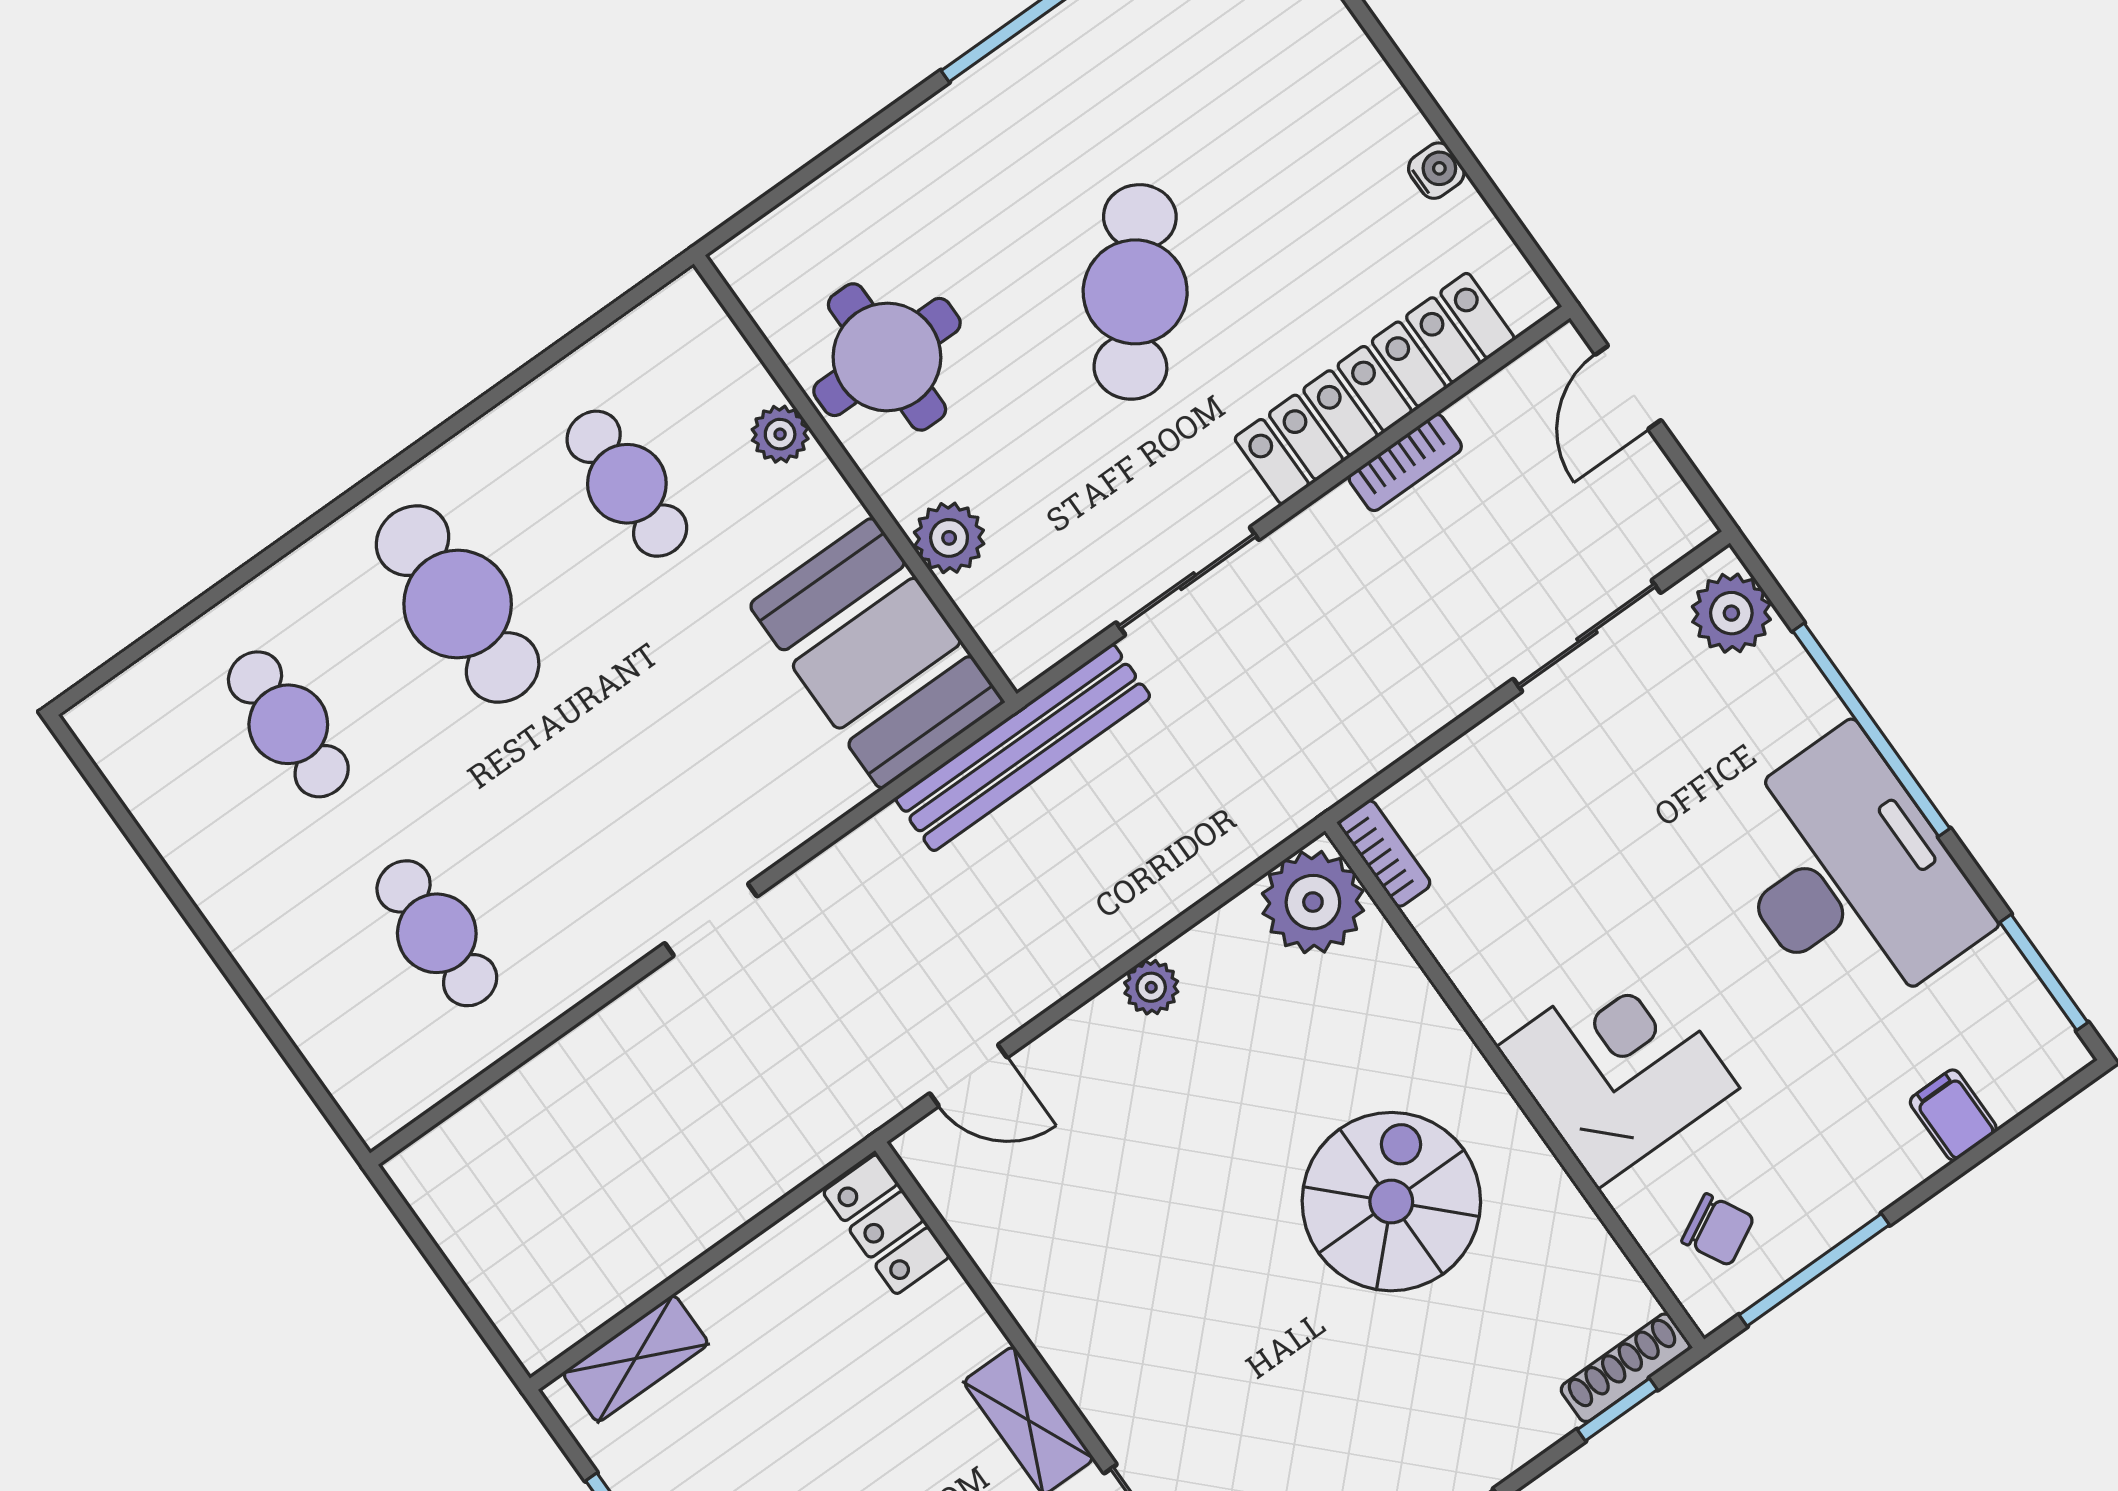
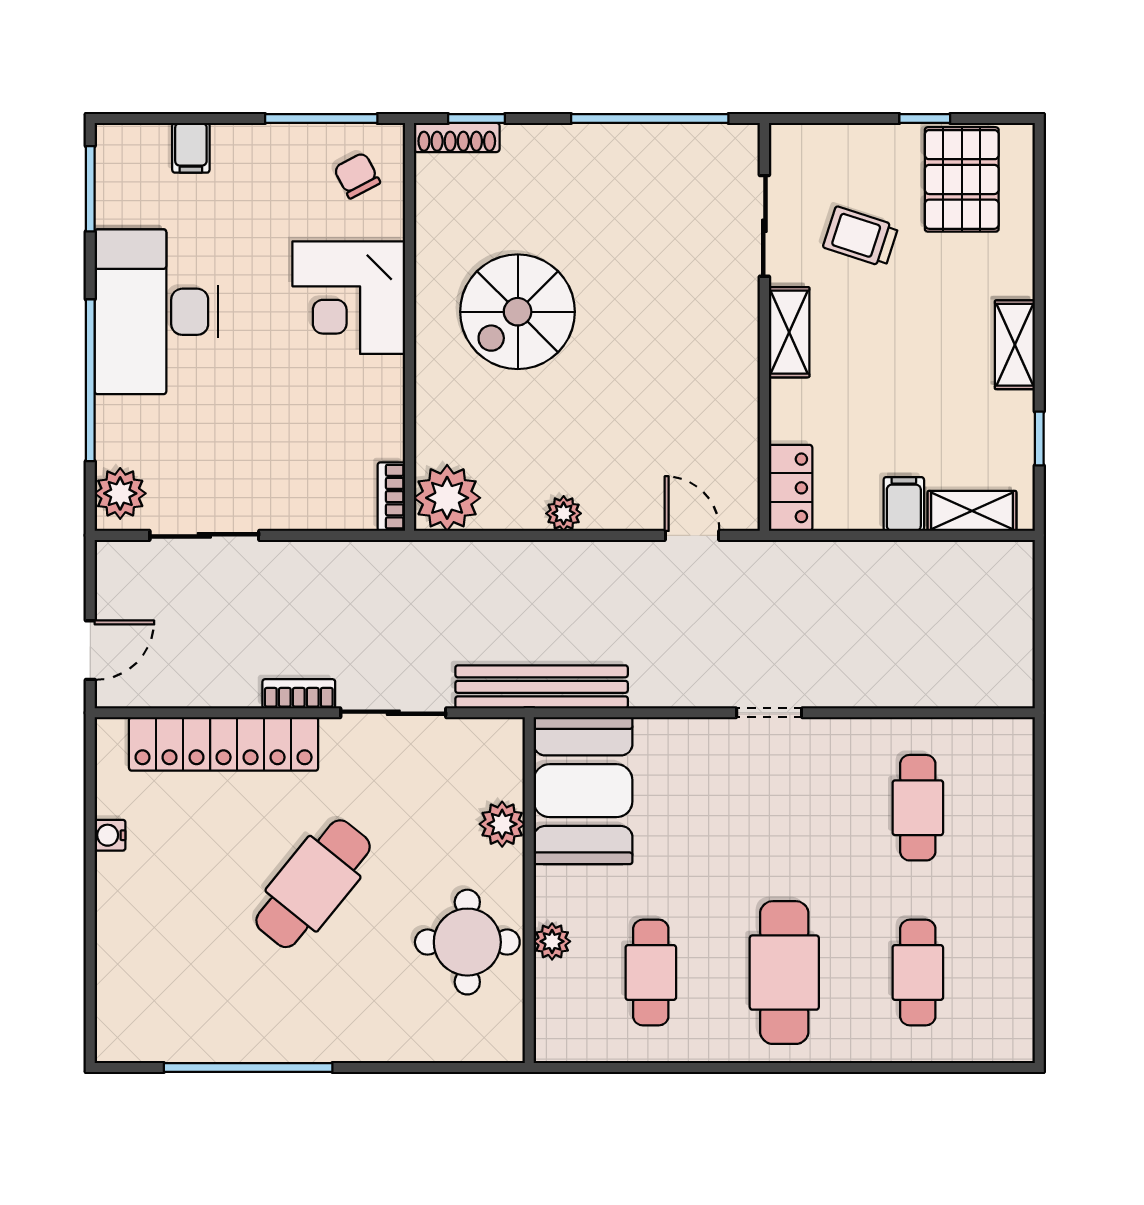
bookcase: (1405, 463) -> (299, 694), moved
filing cabinet: (728, 1306) -> (904, 504), added

